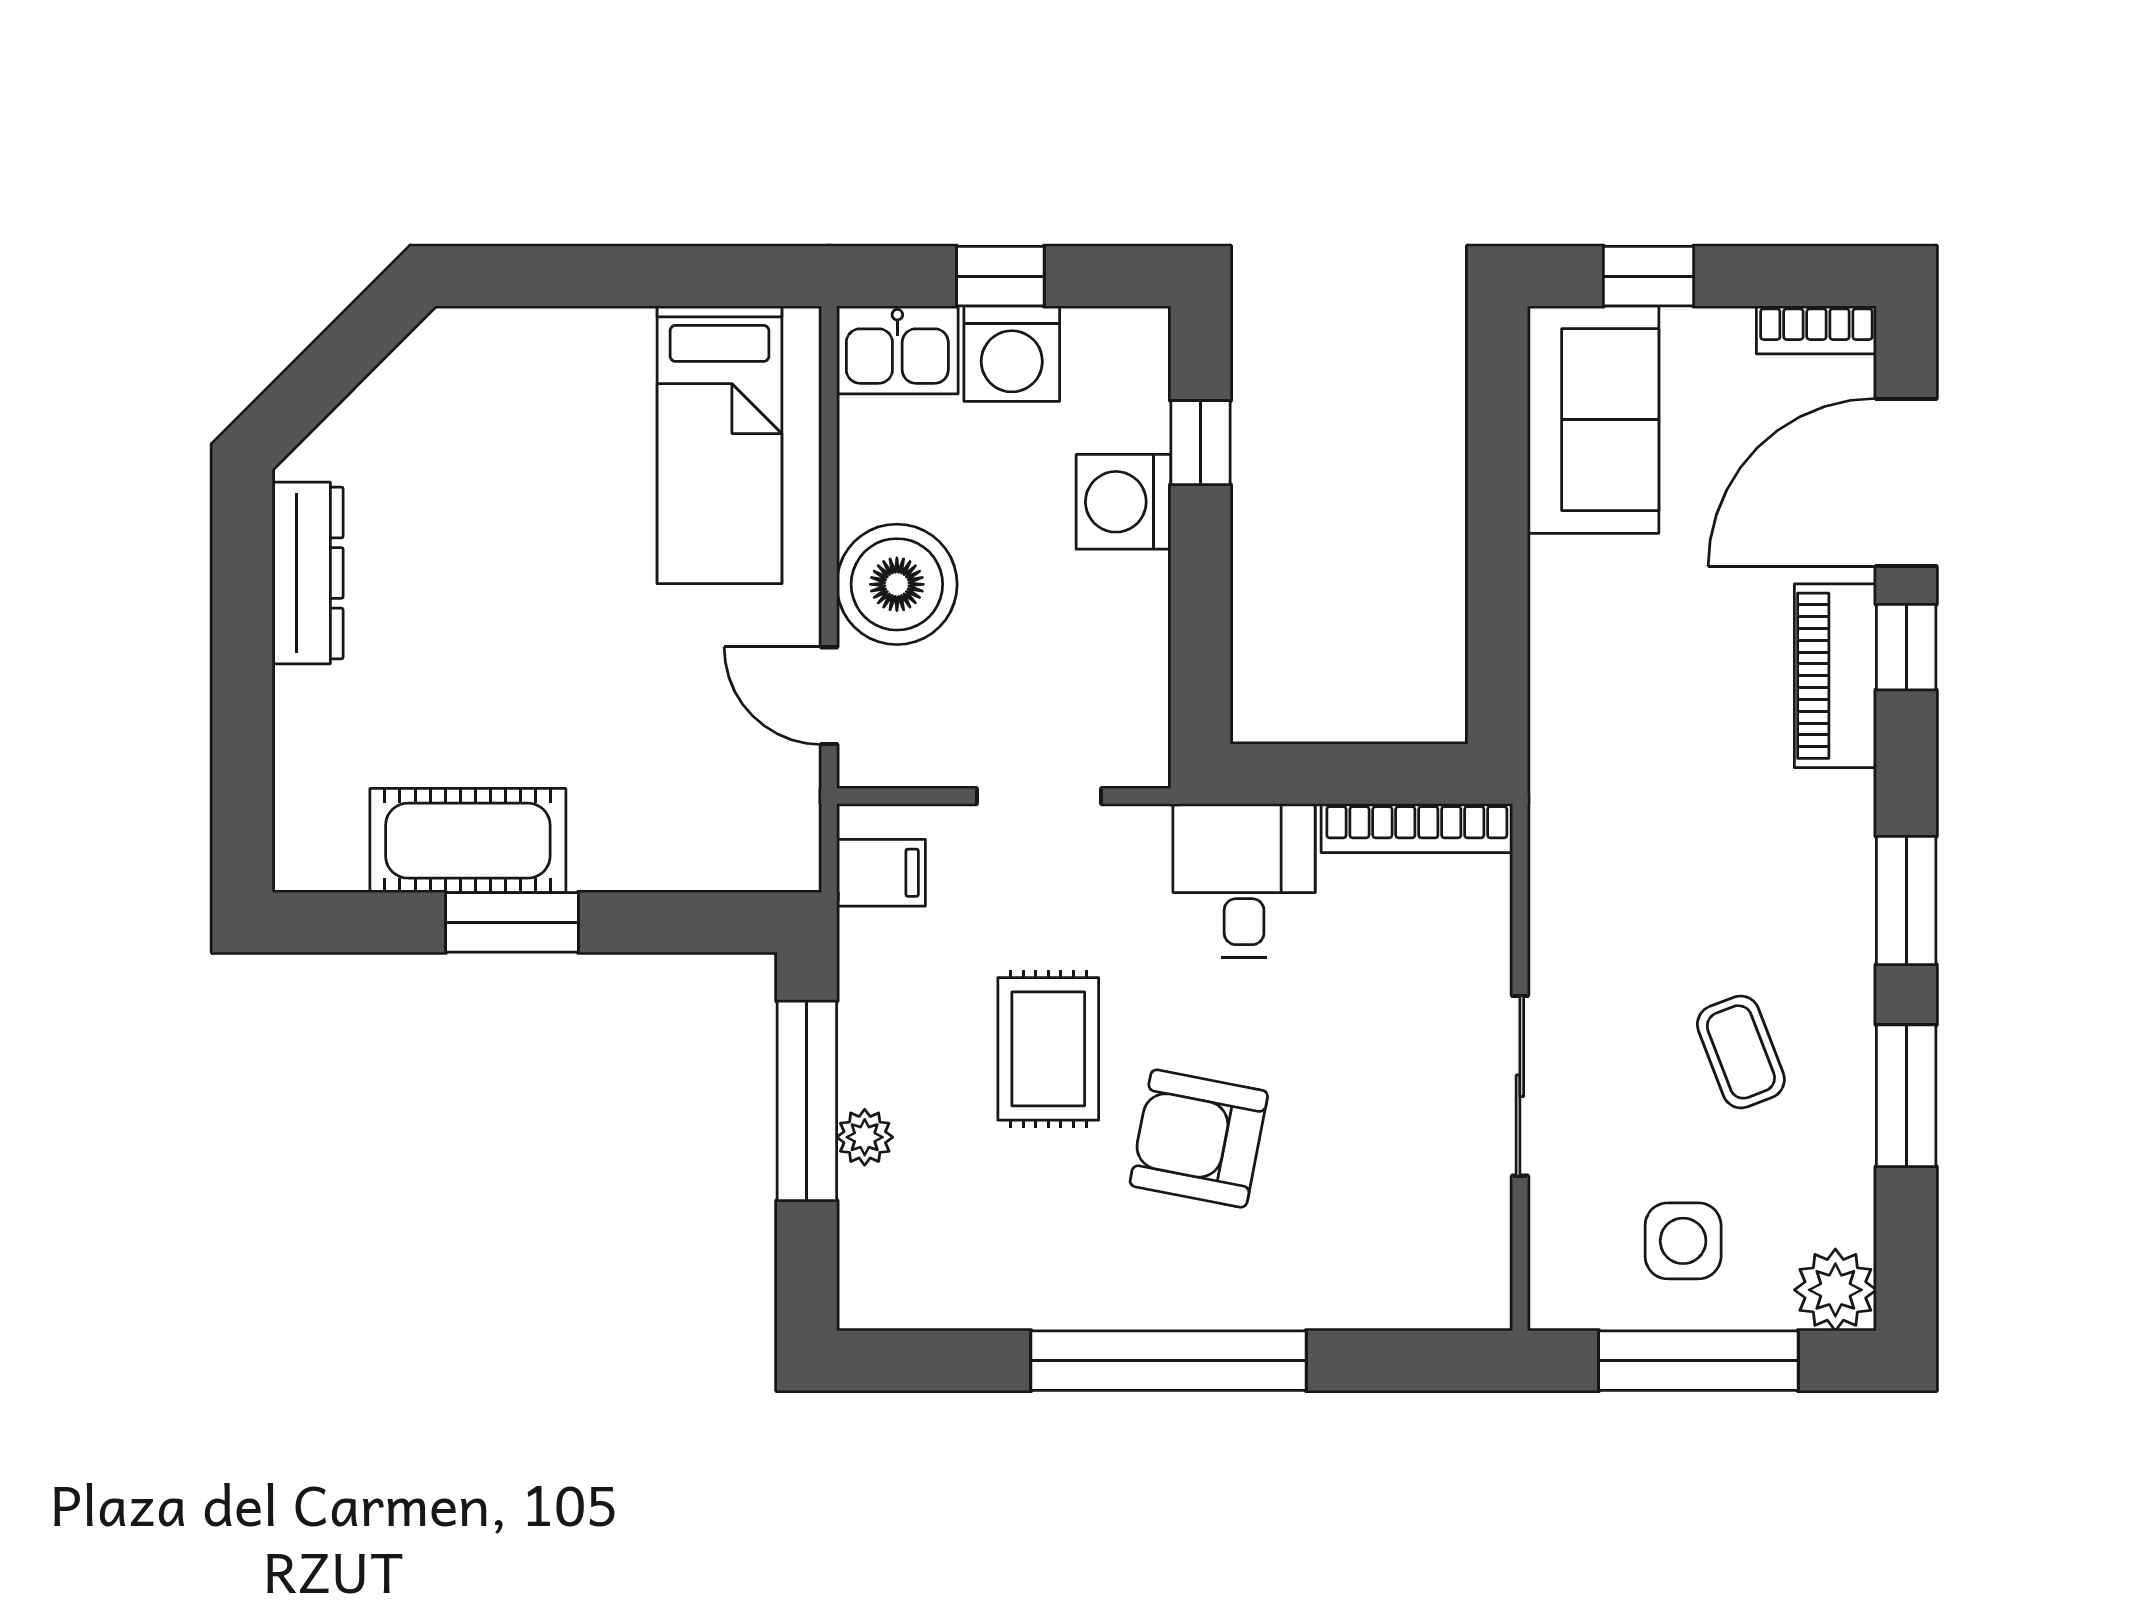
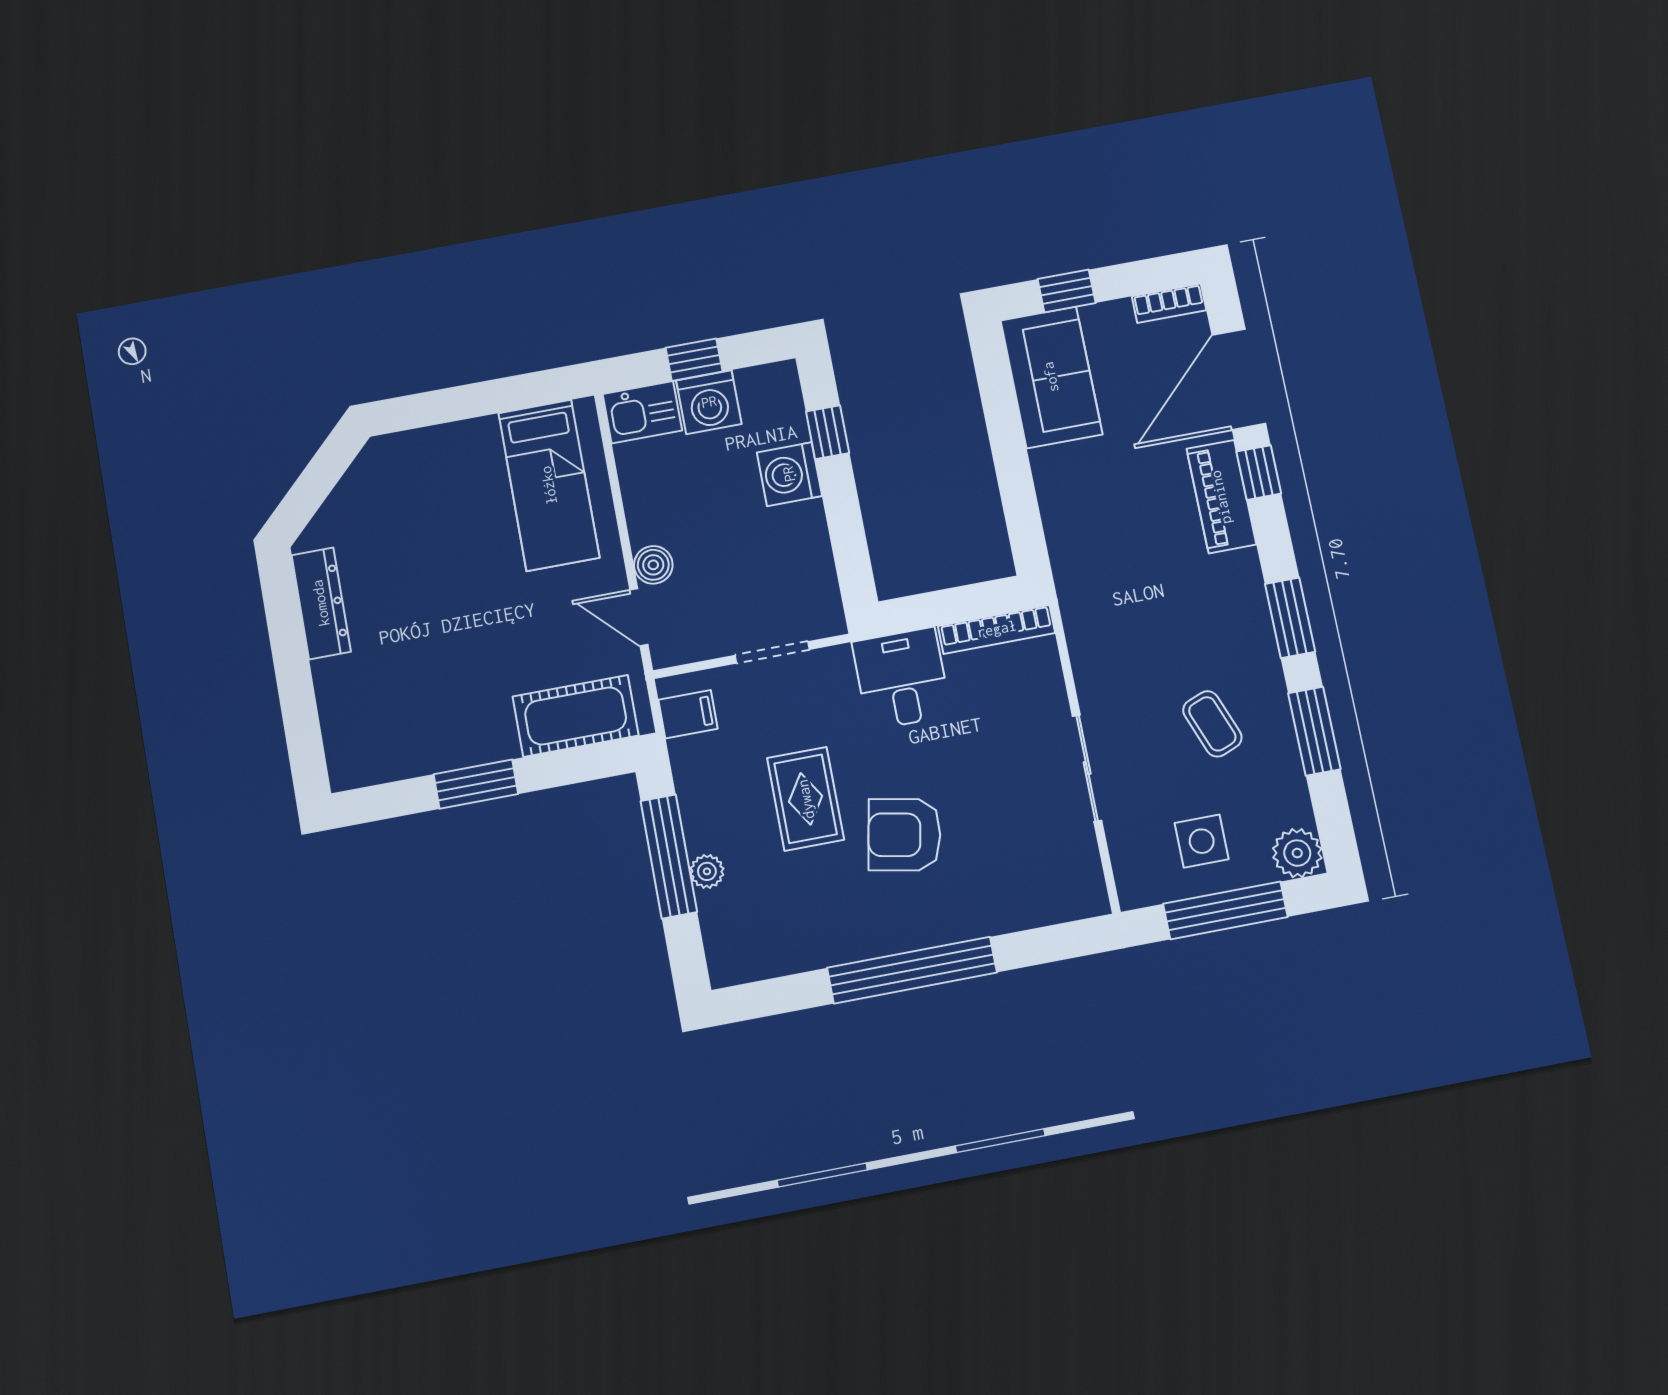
boiler: (897, 584) -> (653, 565), width x0.54, depth x0.54
cot: (468, 841) -> (576, 716), moved

